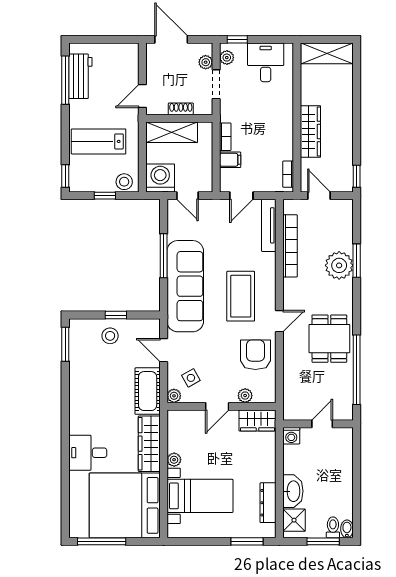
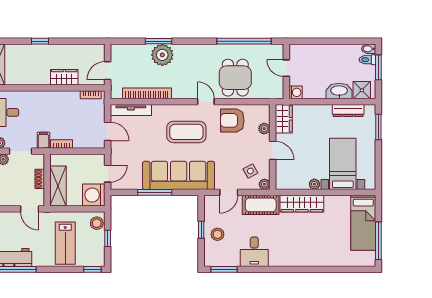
wardrobe: (310, 132) -> (64, 77), width x0.67
filing cabinet: (230, 160) -> (43, 140), moved
window: (357, 176) -> (40, 41), moved
dining table: (329, 339) -> (235, 78), moved, turned 90
desk: (88, 453) -> (254, 252), moved
bed: (125, 505) -> (363, 223), width x0.49

